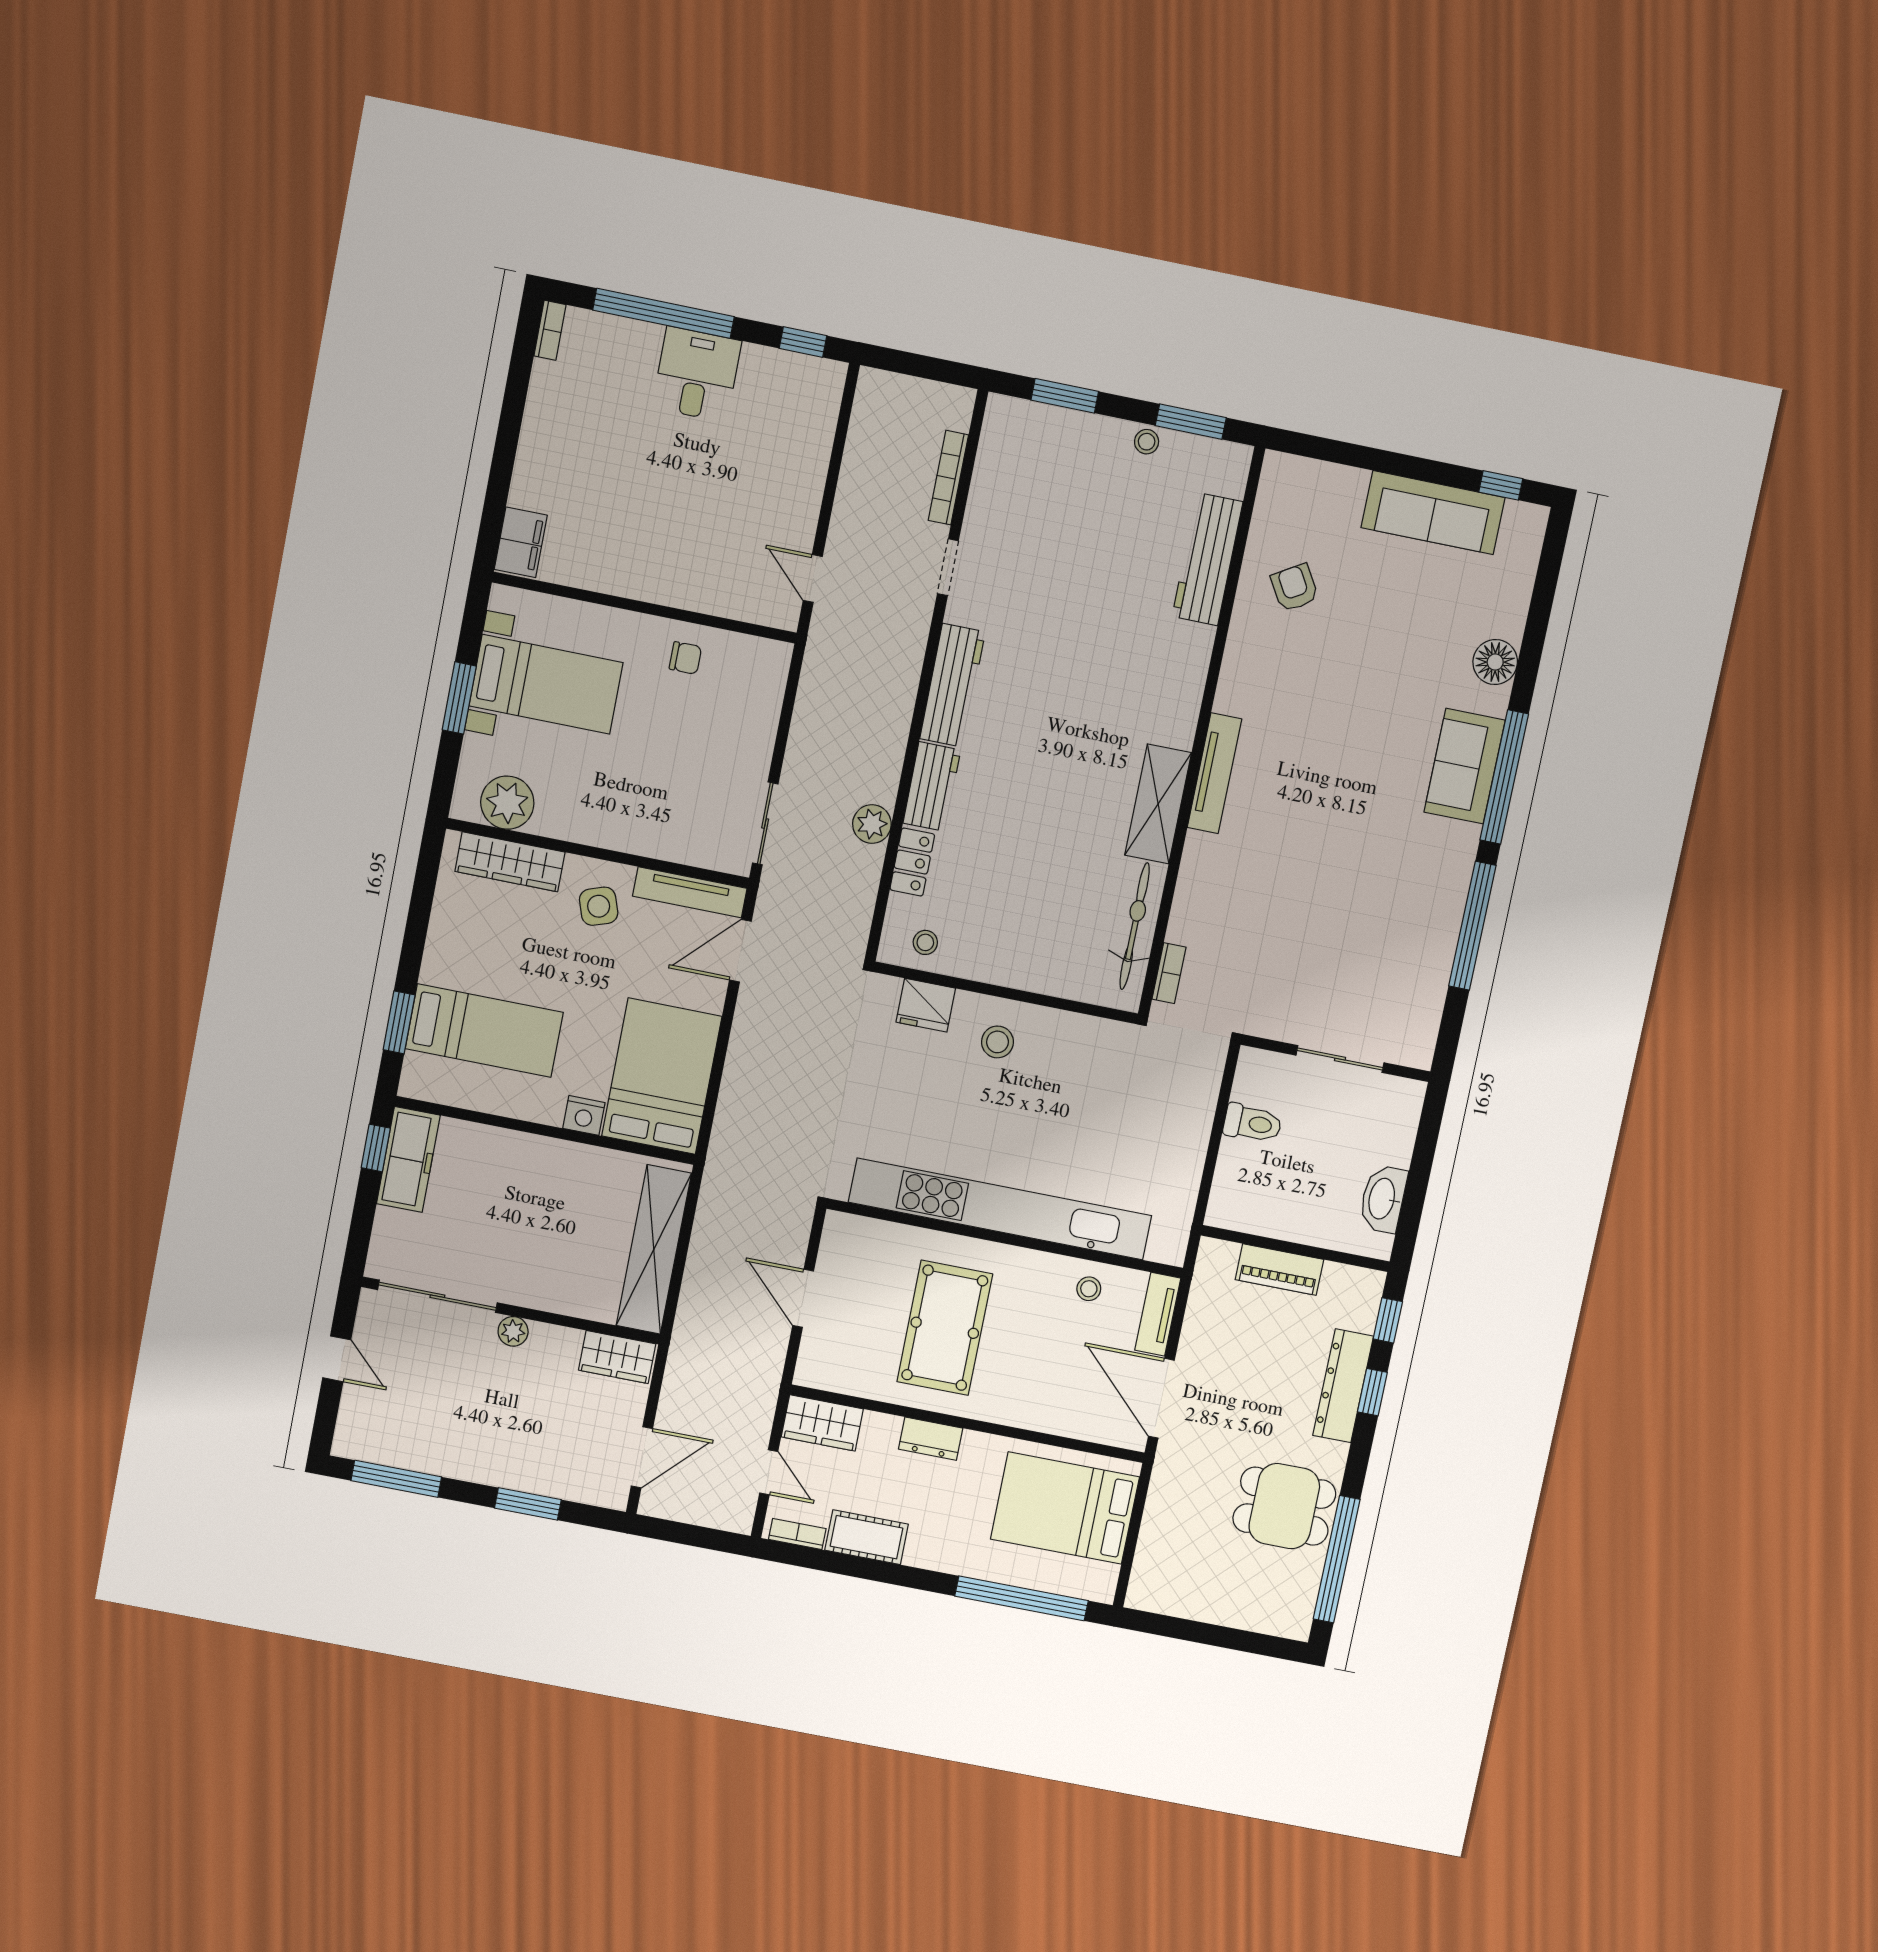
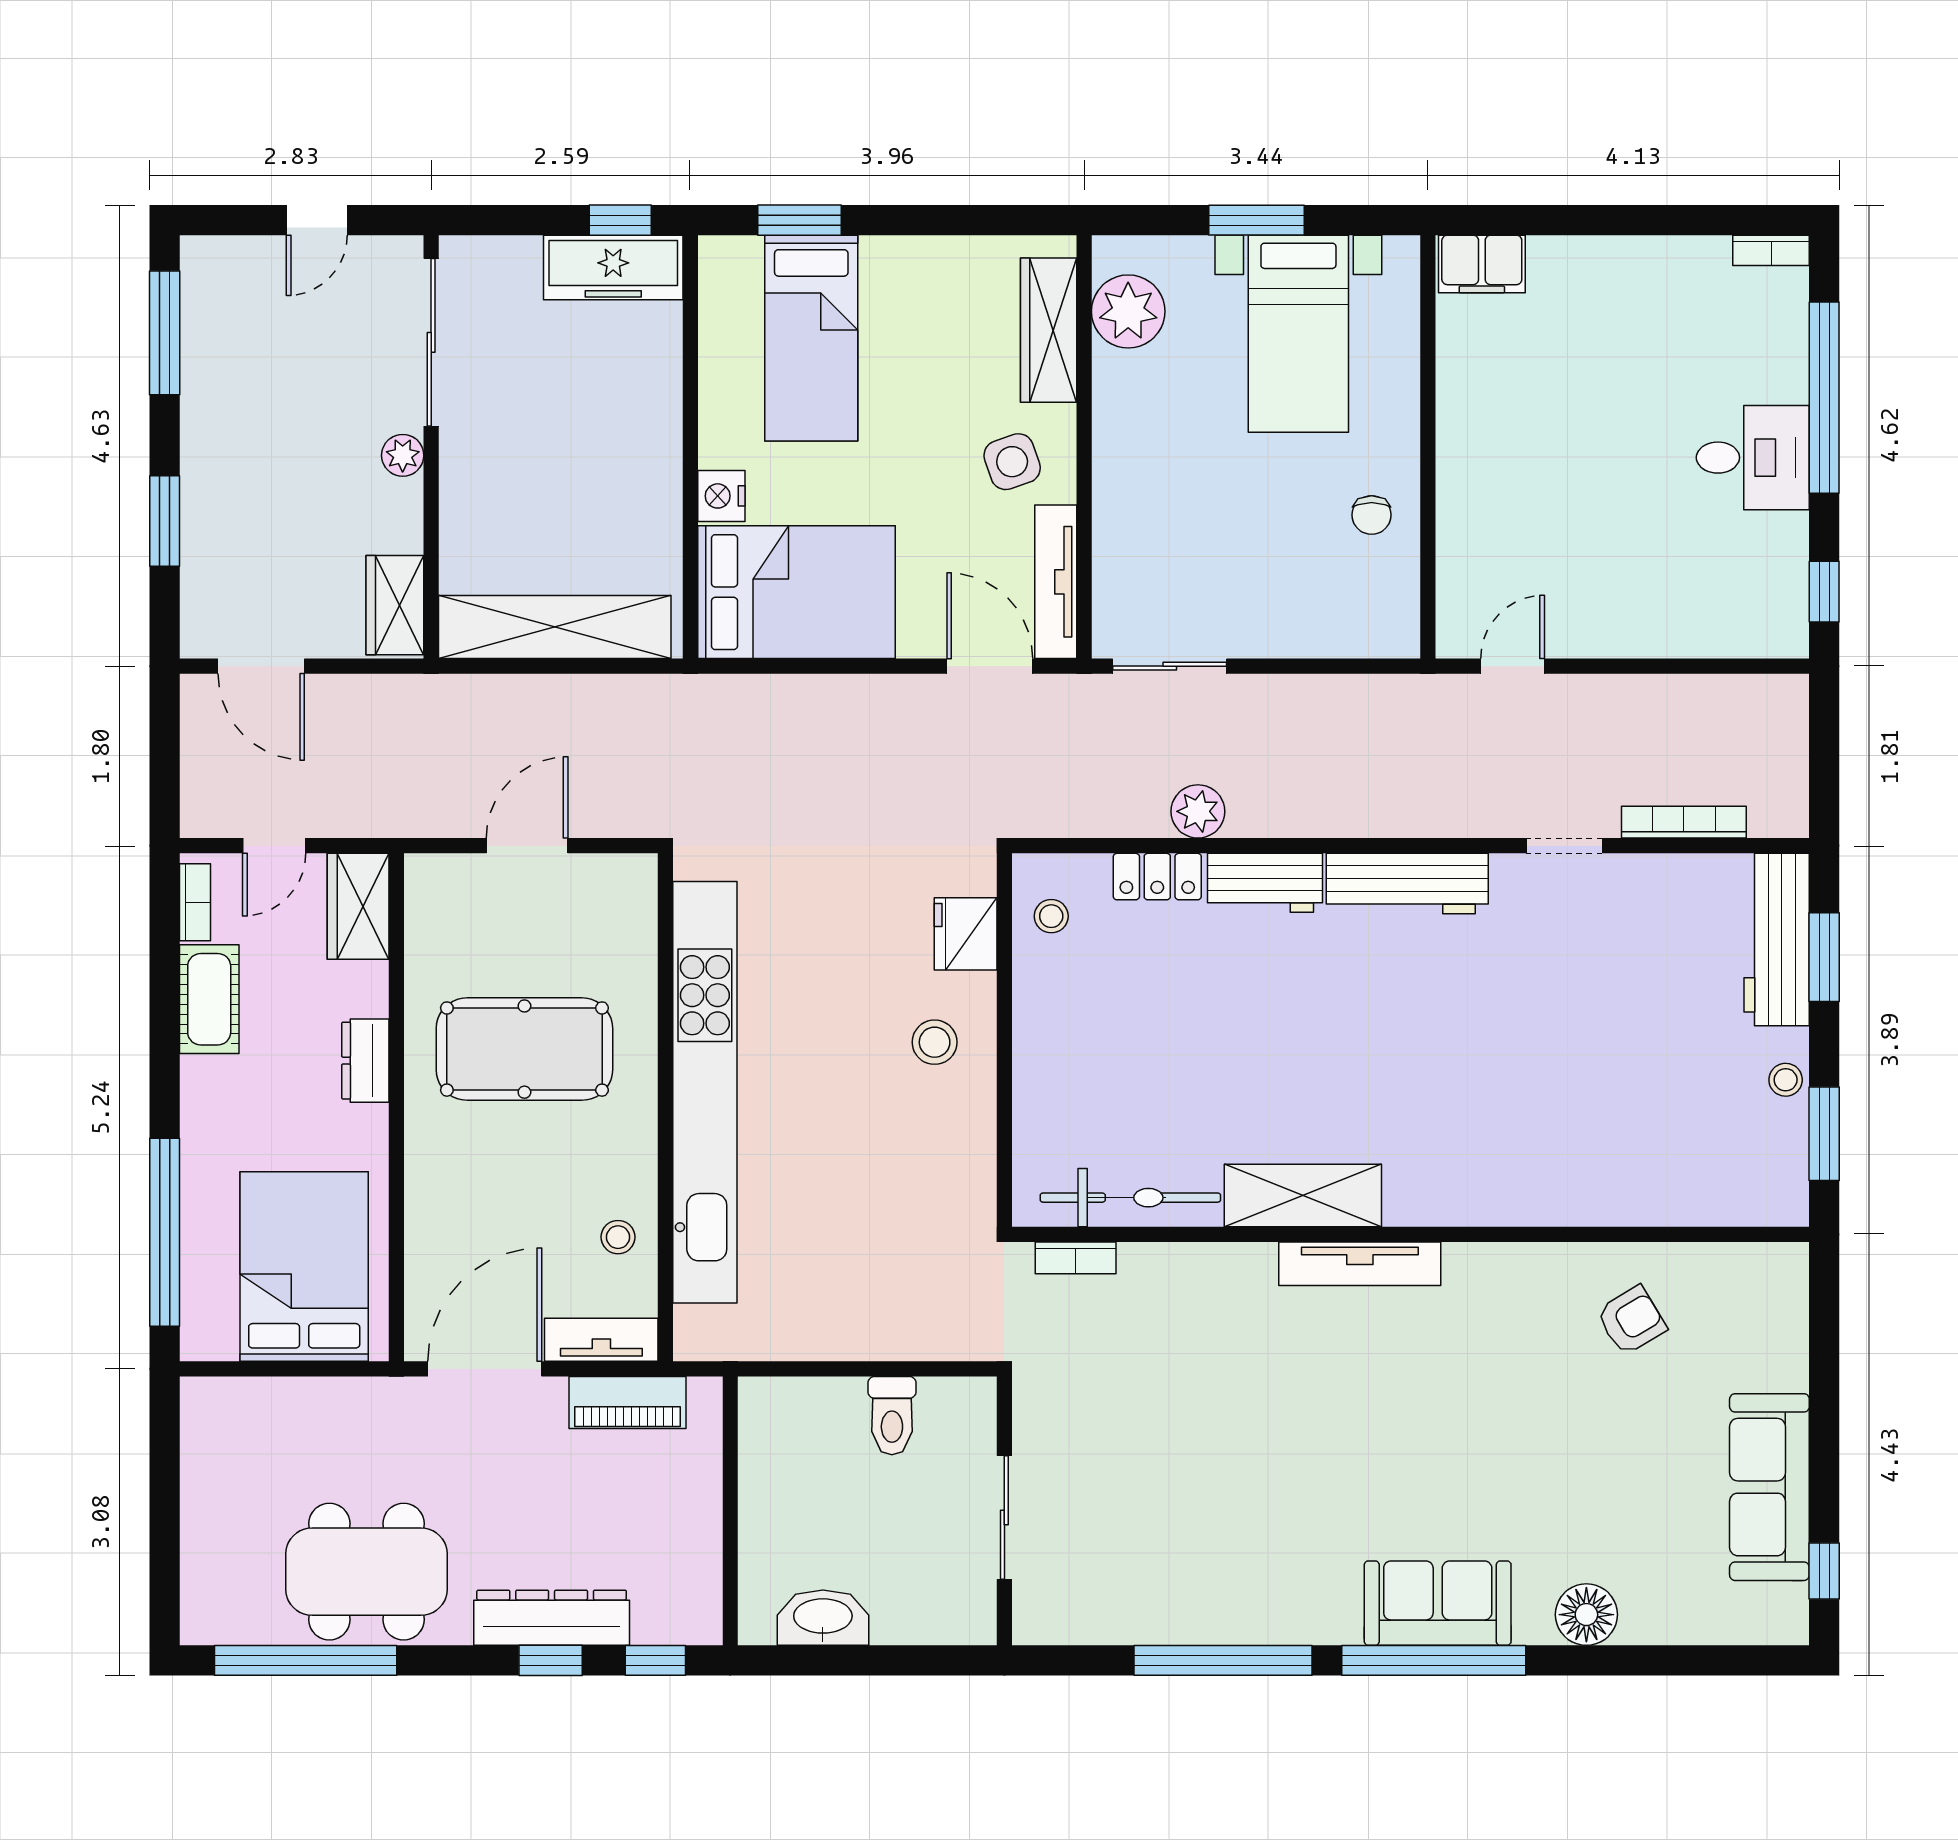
workbench: (1207, 559) -> (1777, 940), moved, turned -90
piano: (1279, 1270) -> (628, 1403), moved, turned -90
dining table: (1284, 1506) -> (366, 1572), width x1.38

